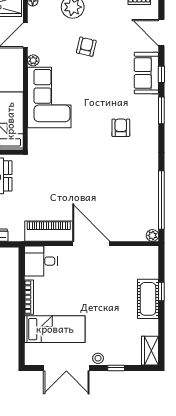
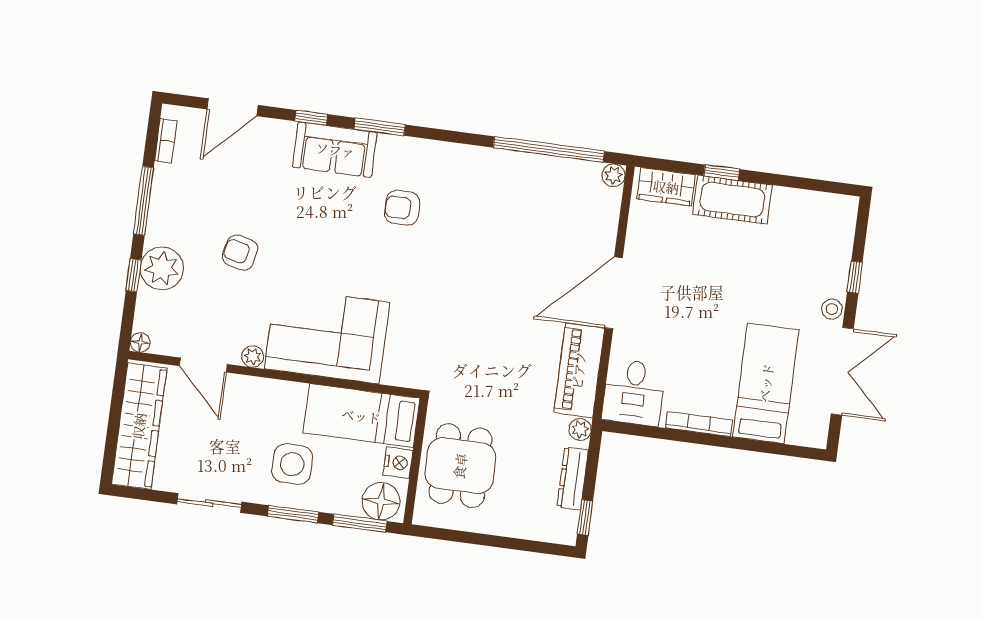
sofa: (146, 73) -> (335, 150), moved
plant: (18, 236) -> (580, 429), added
wardrobe: (150, 351) -> (666, 187), moved

